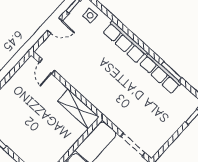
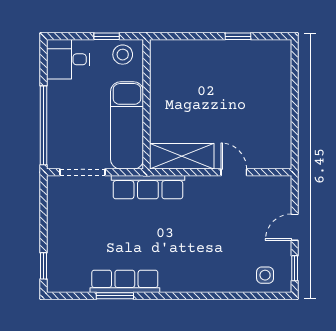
row of seats: (125, 42) -> (148, 187), moved, turned 180
door: (47, 67) -> (234, 172), moved

